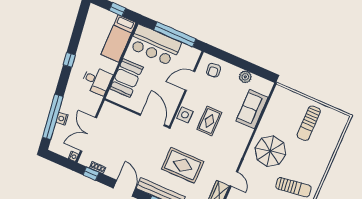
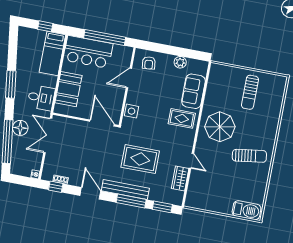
window: (69, 60) -> (11, 84), width x2.17
floor lamp: (69, 106) -> (20, 128), added
nightstand: (62, 119) -> (17, 141), removed
rug: (209, 121) -> (182, 118), moved, turned 90
double door: (89, 134) -> (48, 135), moved

